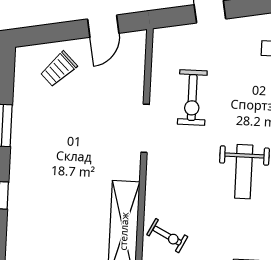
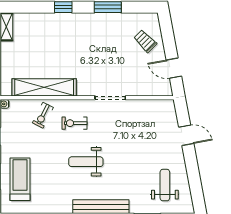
exercise bike: (192, 98) -> (74, 123), moved, width x0.73, depth x0.72

